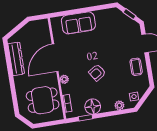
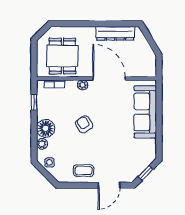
sofa: (78, 23) -> (145, 112), width x1.36
floor lamp: (93, 107) -> (46, 128), moved

